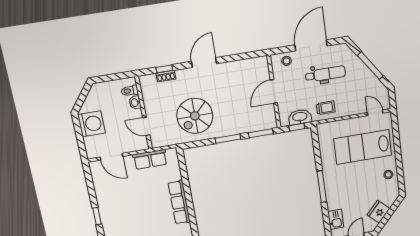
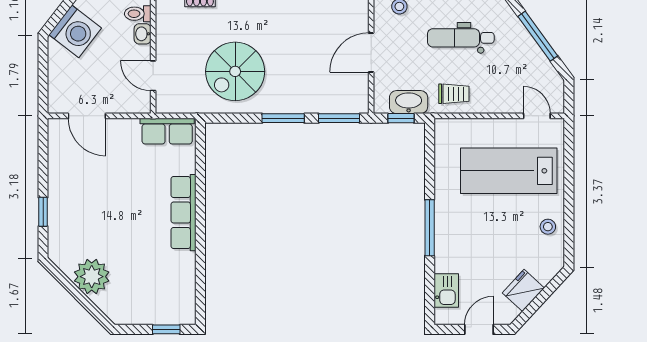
dental chair: (325, 74) -> (461, 38), turned 180
washing machine: (91, 124) -> (75, 31), moved, turned 38
row of seats: (150, 159) -> (167, 131), moved

